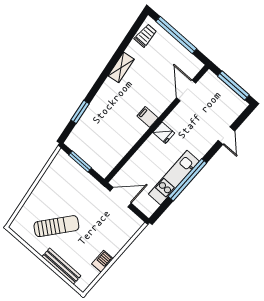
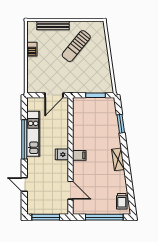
shelving: (121, 67) -> (118, 159), moved

